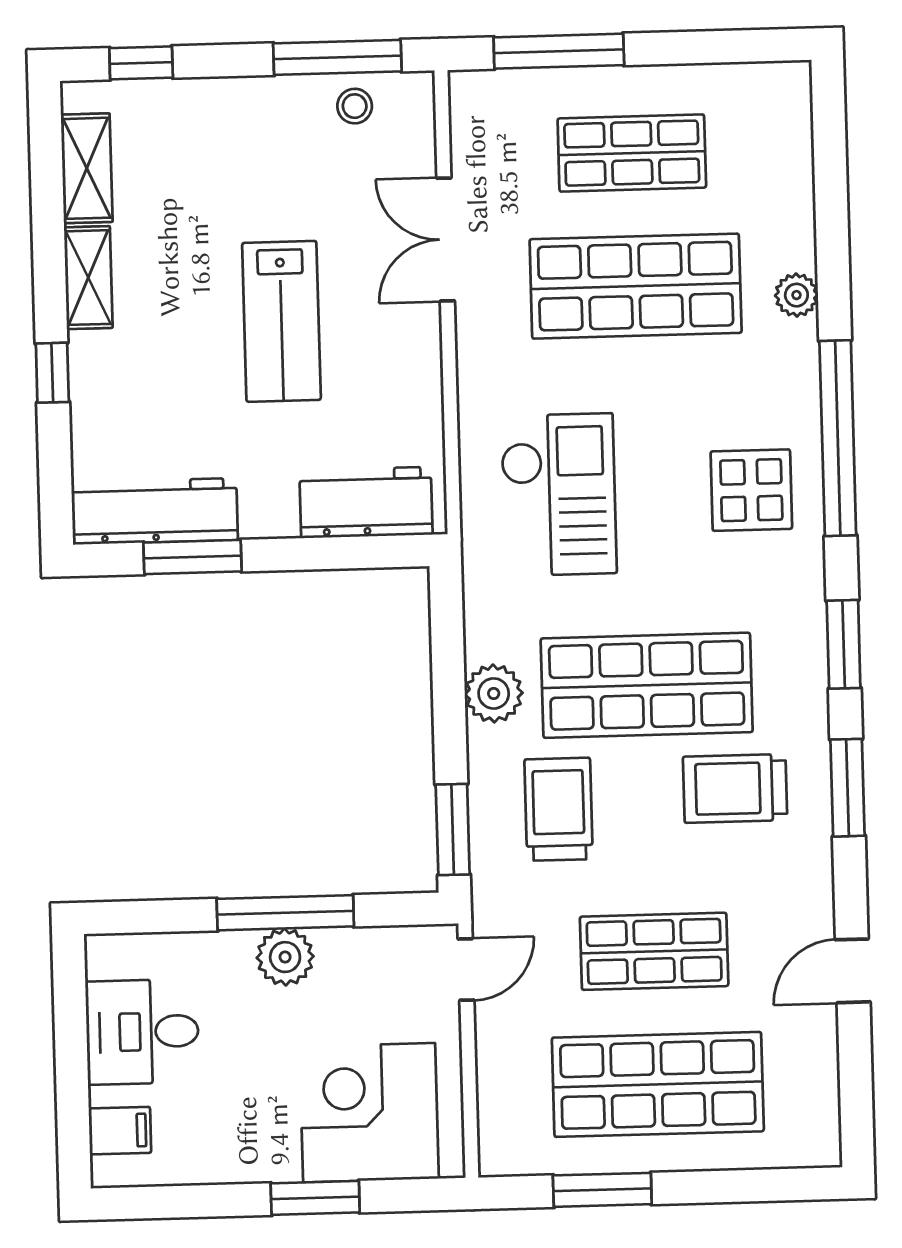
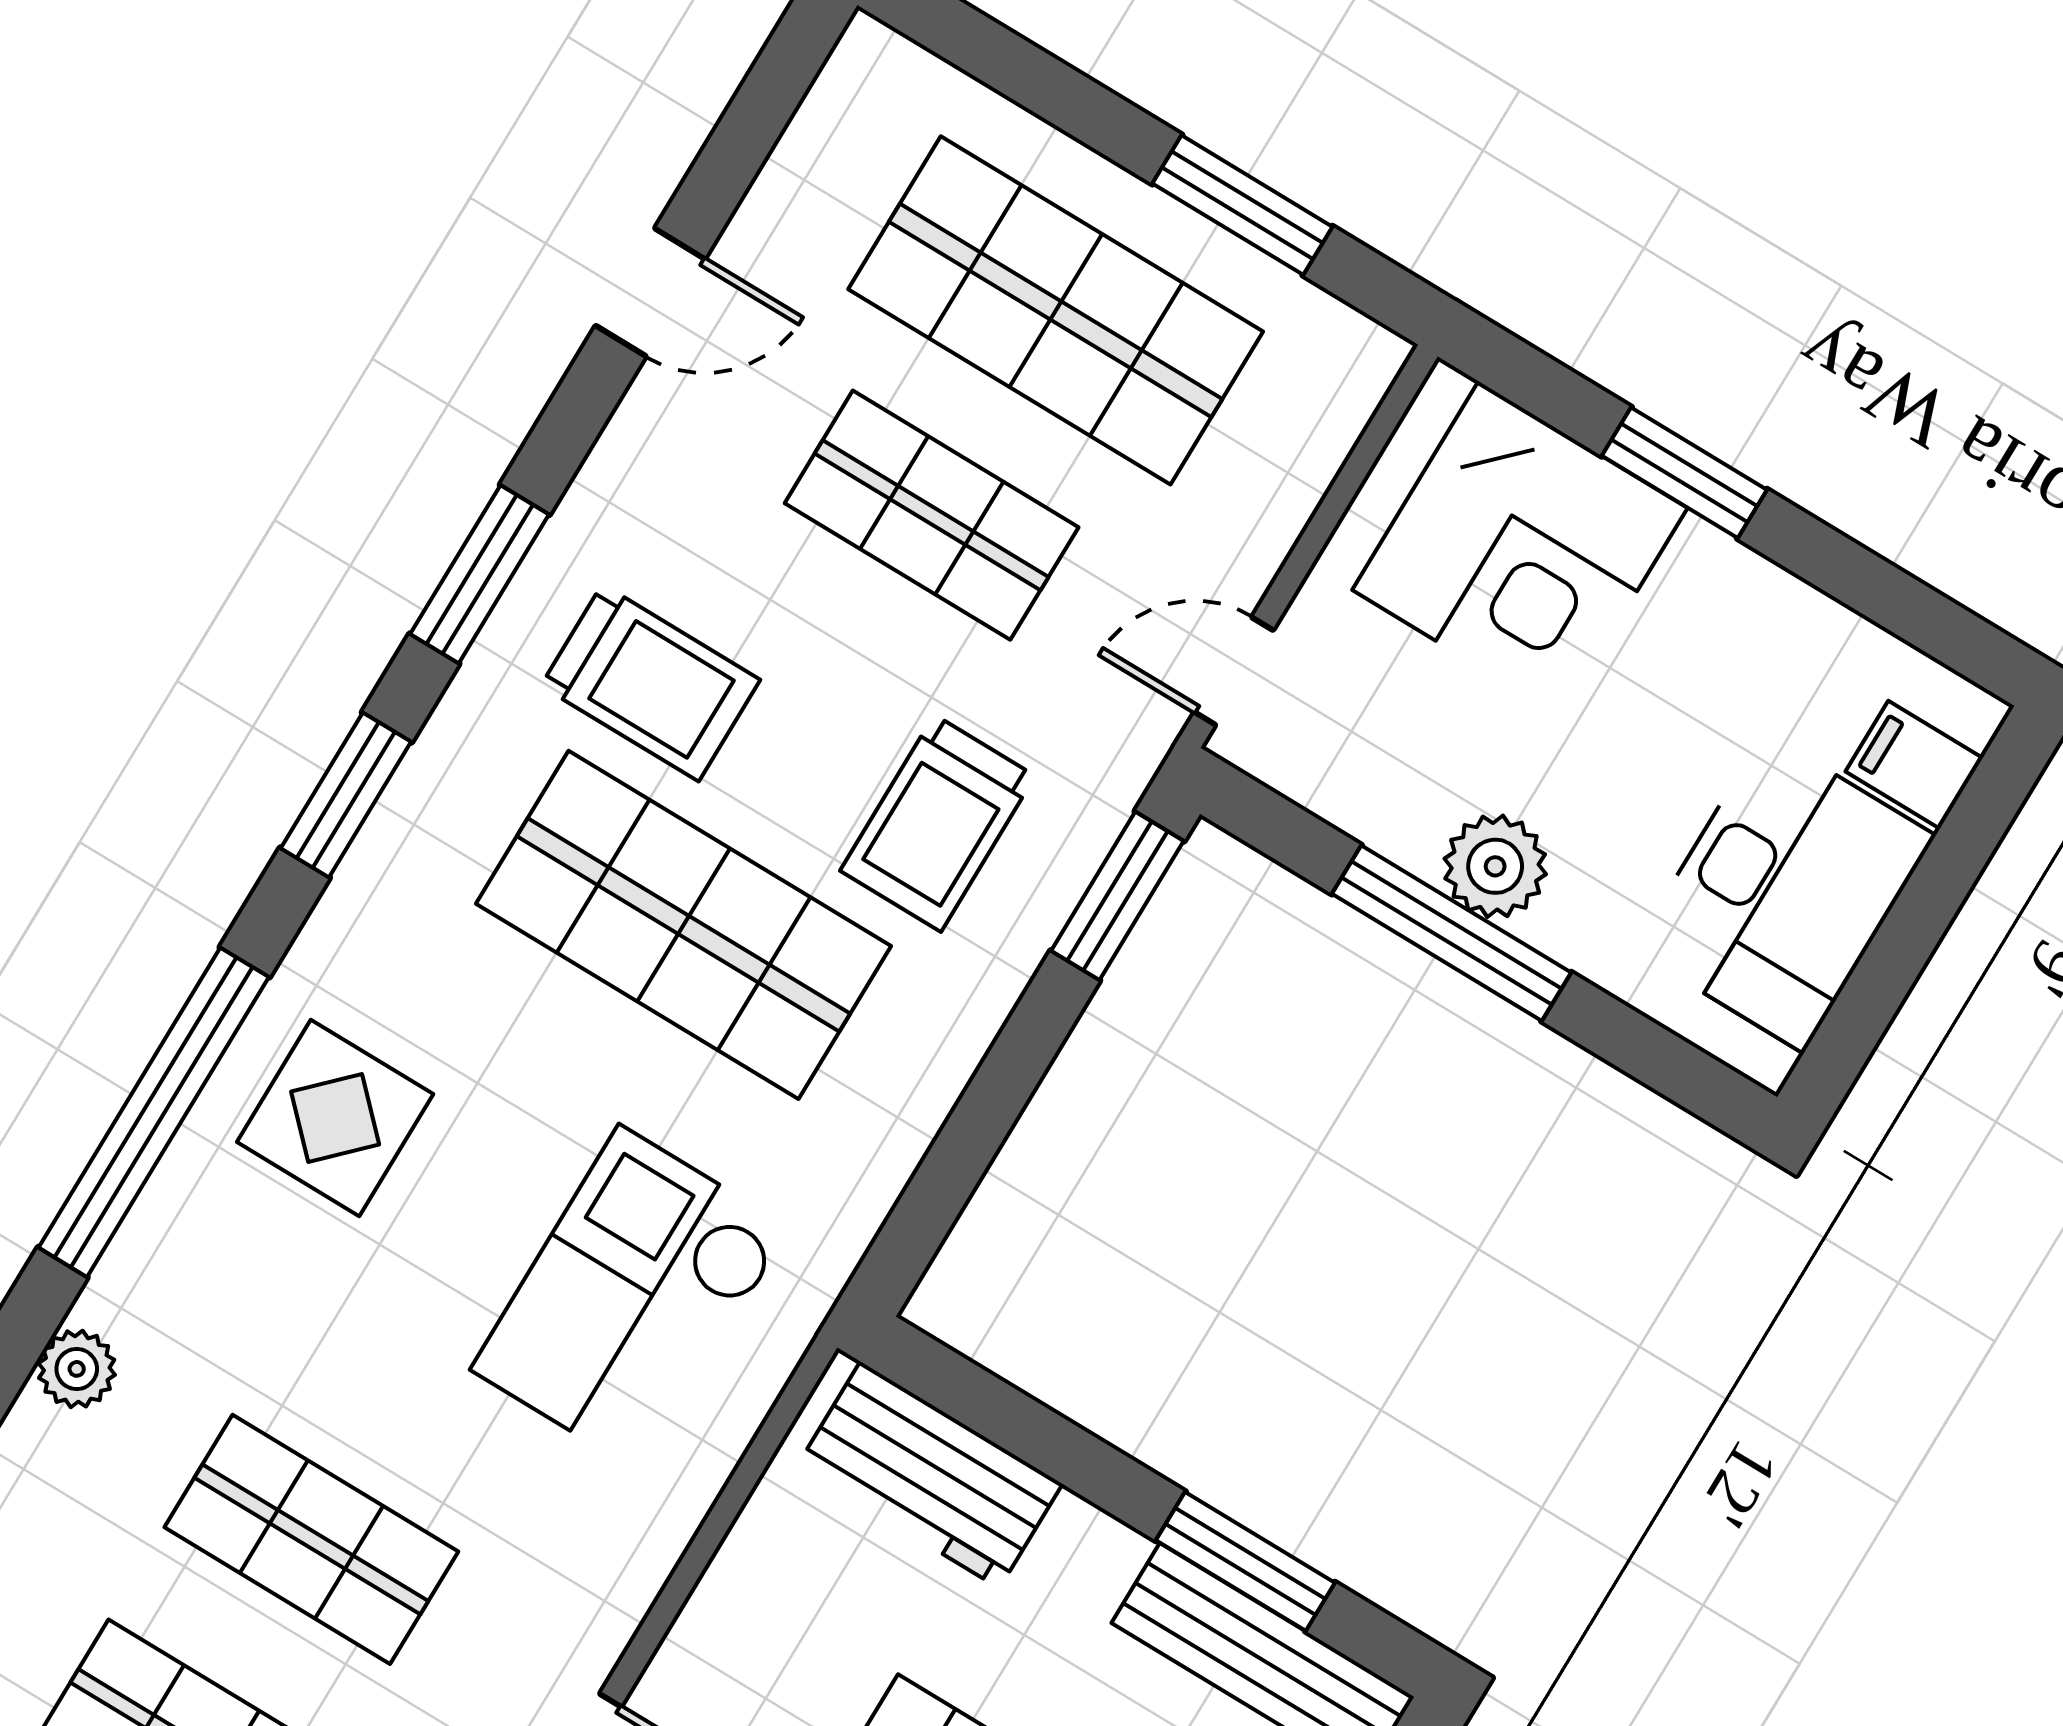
shop shelf: (636, 286) -> (311, 1539), width x0.70, depth x0.74
plant: (494, 693) -> (923, 1062), removed
desk: (142, 1032) -> (1784, 893), width x1.37

